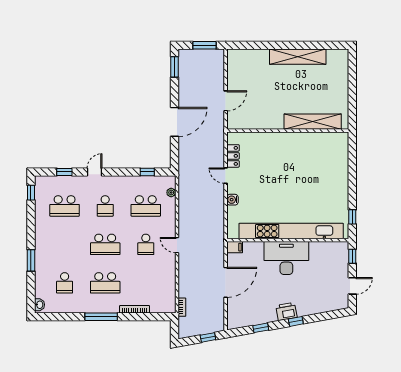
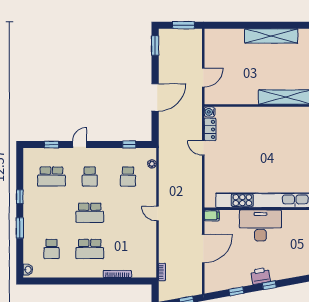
window: (31, 193) -> (20, 197), moved
water cooler: (232, 200) -> (210, 112), moved
school desk: (146, 206) -> (128, 177), width x0.54
school desk: (146, 244) -> (128, 213), removed
window: (101, 317) -> (86, 281), removed

